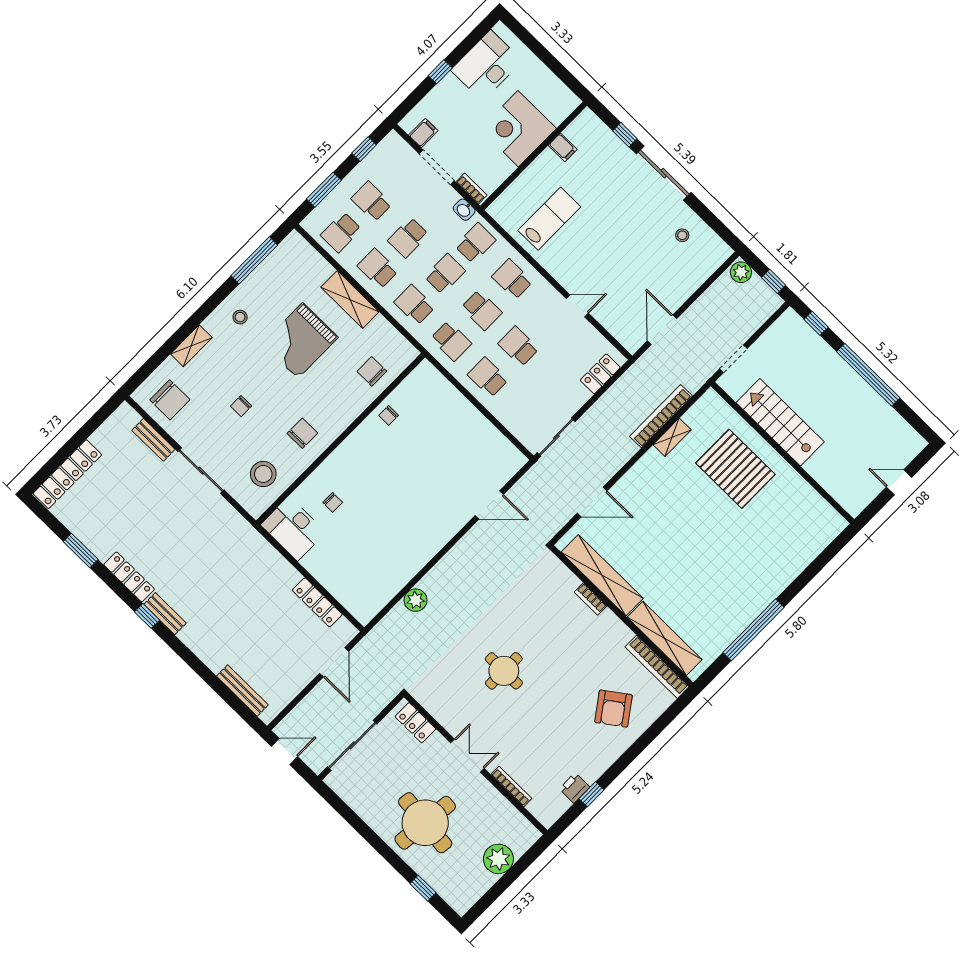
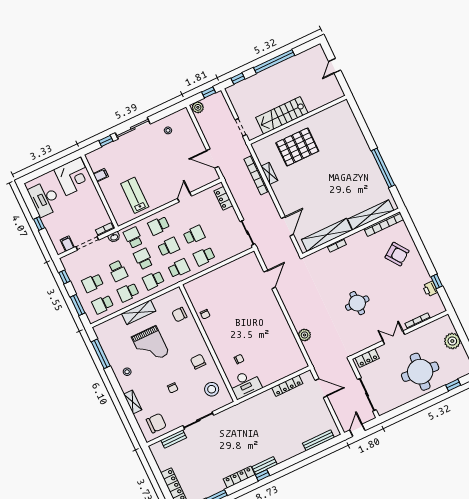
corner desk: (518, 129) -> (73, 176), moved, turned -90
school desk: (341, 232) -> (103, 304), turned 90
school desk: (518, 346) -> (194, 235), turned 180

